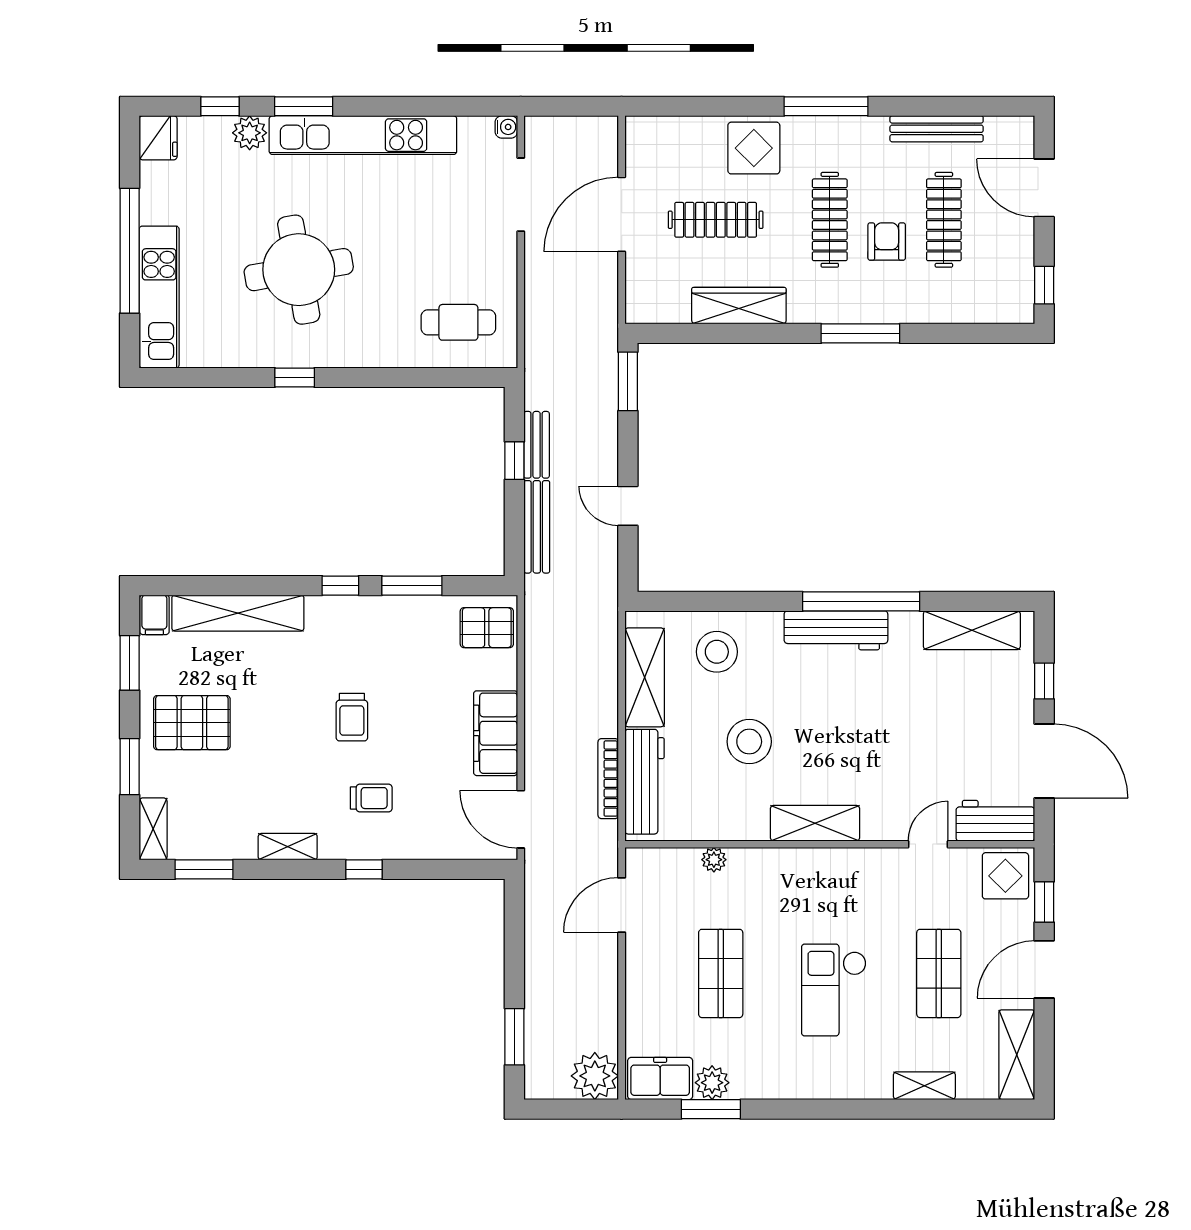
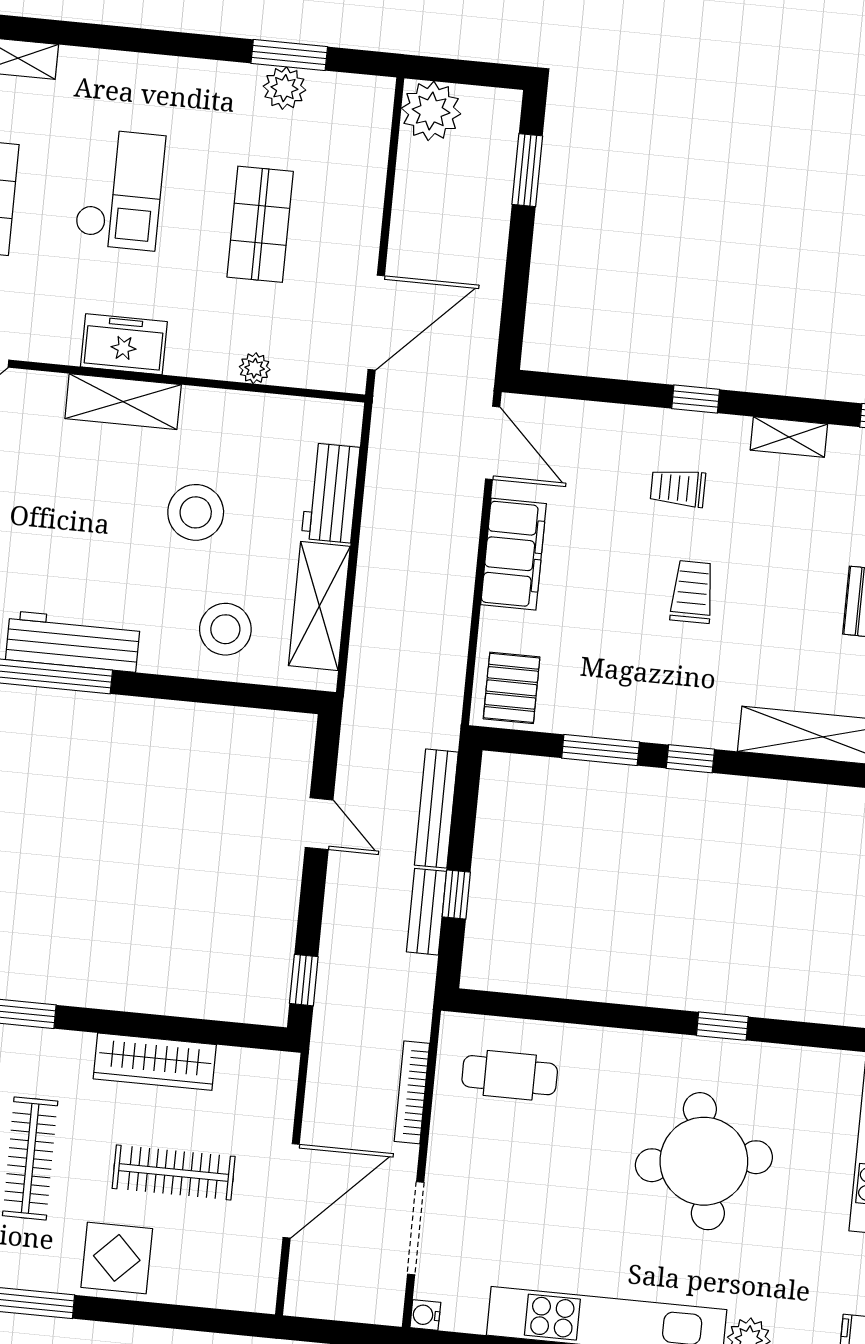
window: (628, 381) -> (304, 980), width x0.67
pallet: (487, 628) -> (512, 688), turned 90
bookcase: (608, 779) -> (412, 1092), moved, turned 180
workbench: (644, 782) -> (331, 493), width x0.73
door: (622, 905) -> (376, 323), width x1.36
freezer: (660, 1079) -> (124, 344), moved, turned 180

